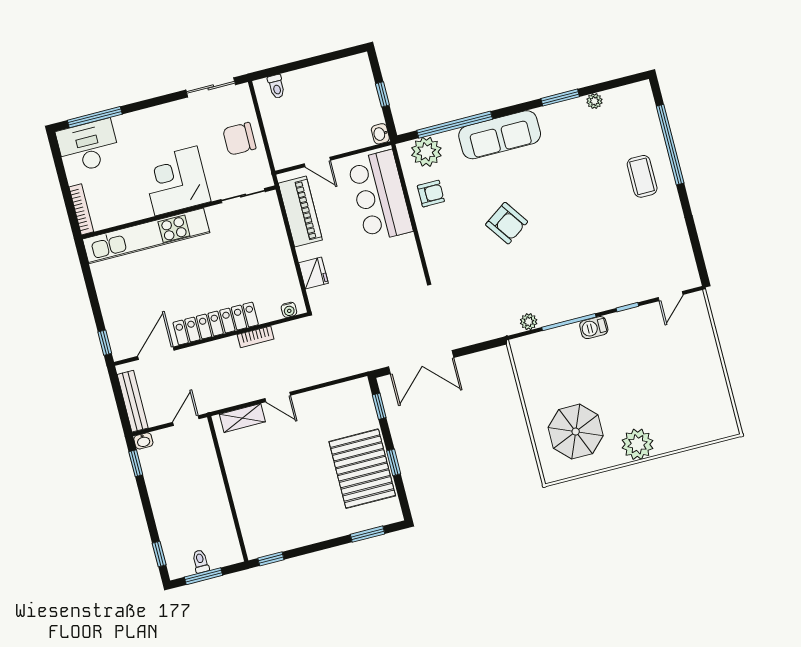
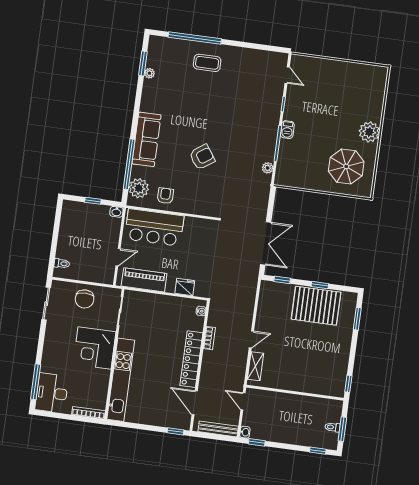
window: (560, 98) -> (143, 63), moved

